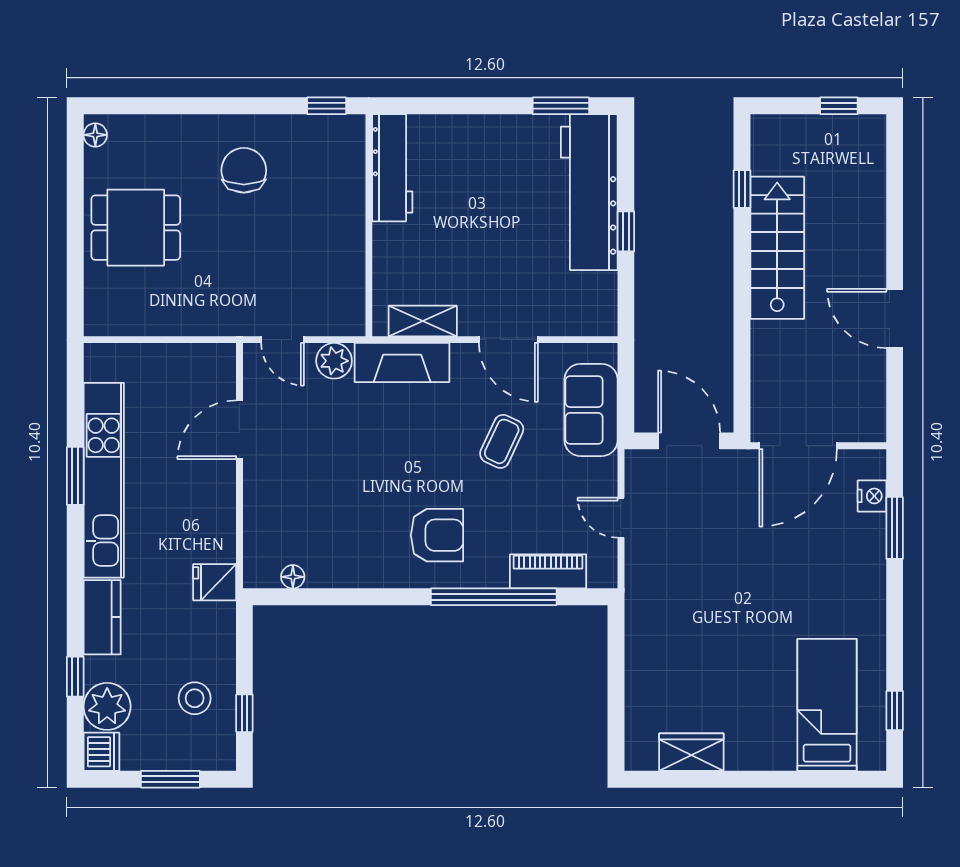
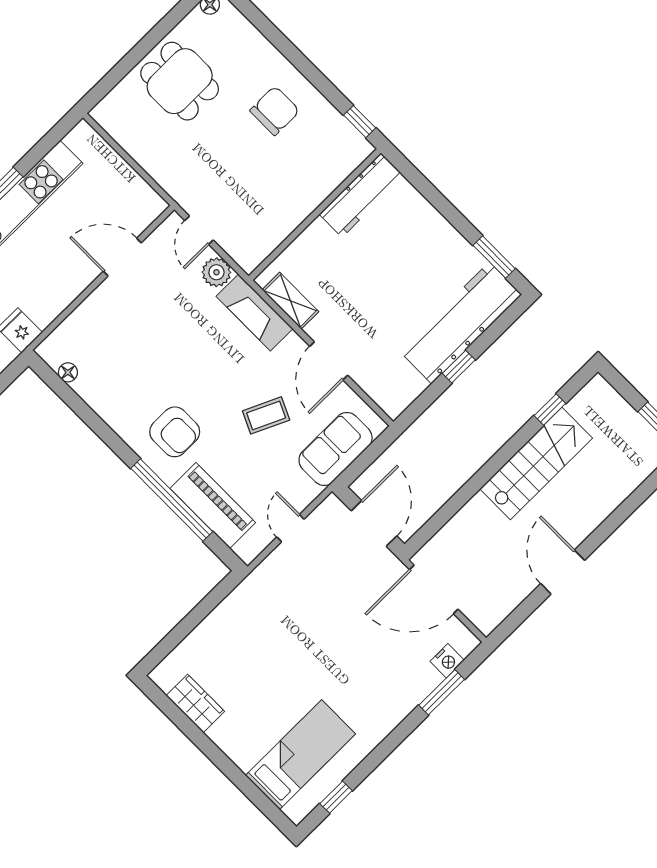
piano: (548, 571) -> (213, 506), width x1.37, depth x1.33

